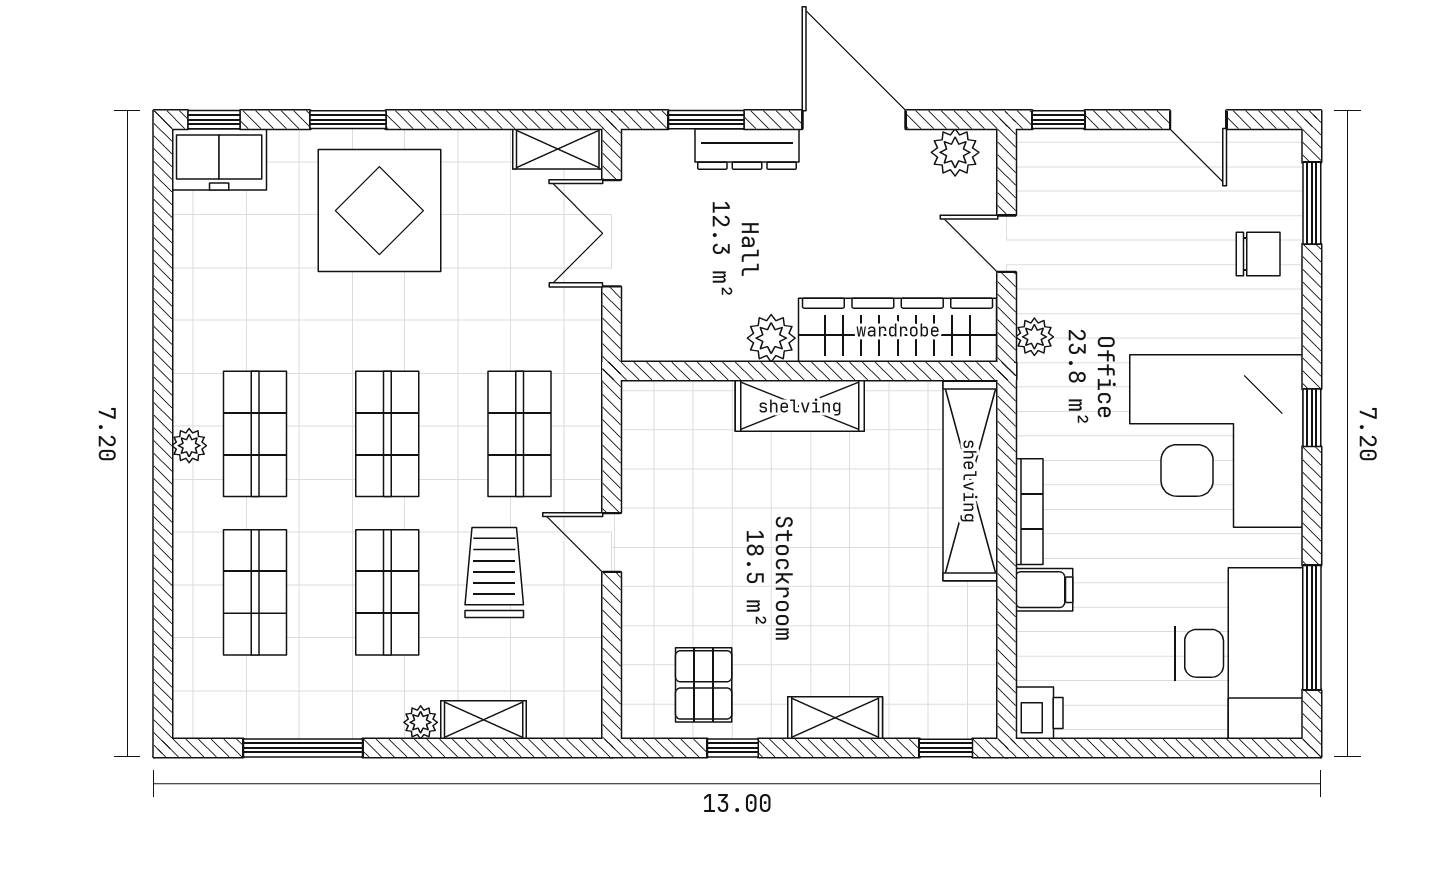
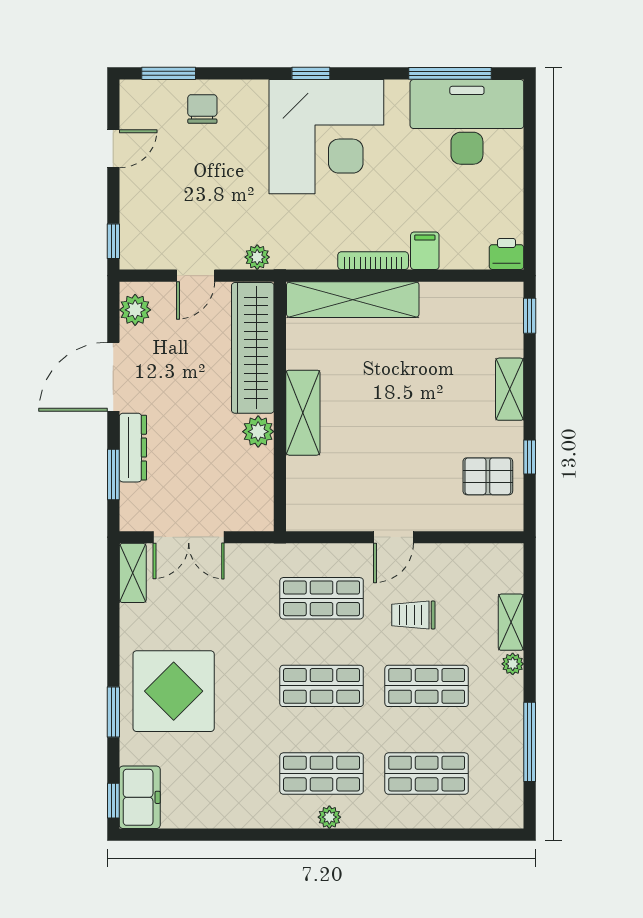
trolley: (494, 572) -> (413, 615), width x0.73, depth x0.72

